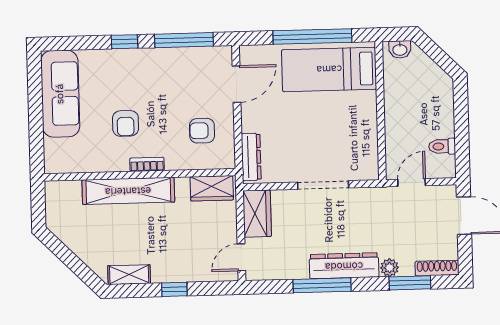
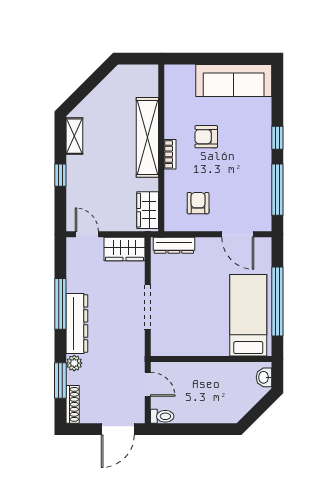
toilet: (442, 146) -> (162, 416), moved, turned 90

